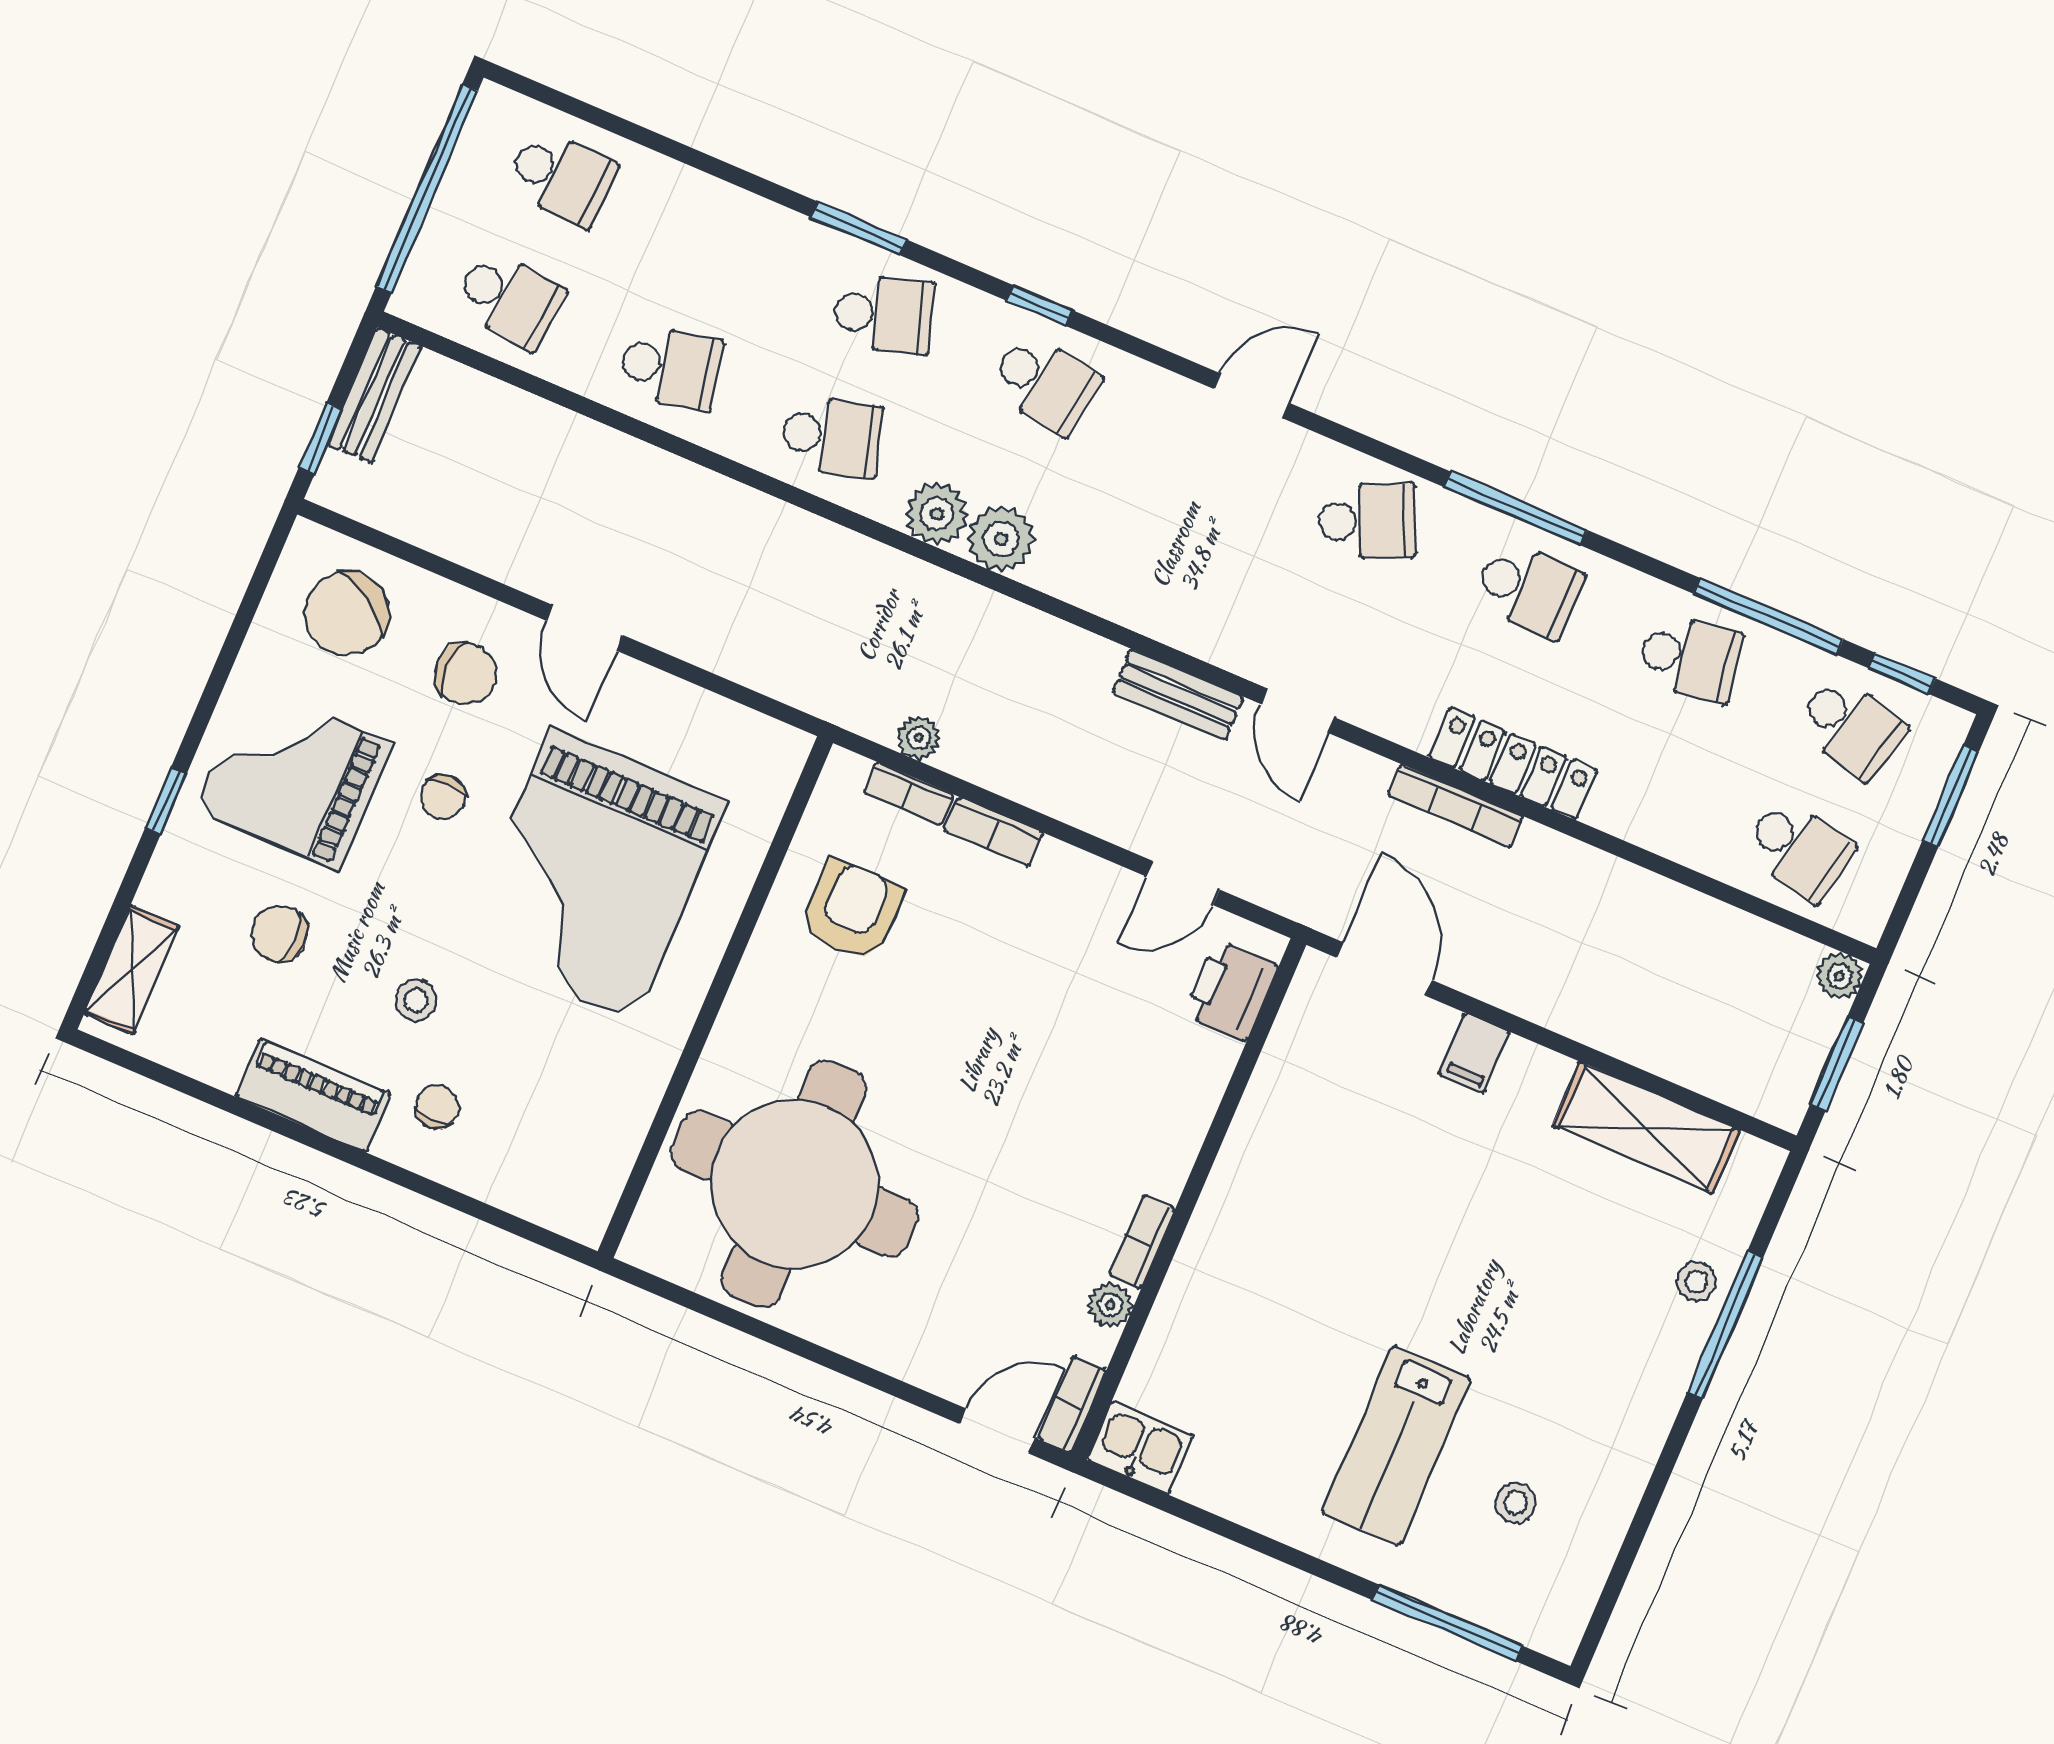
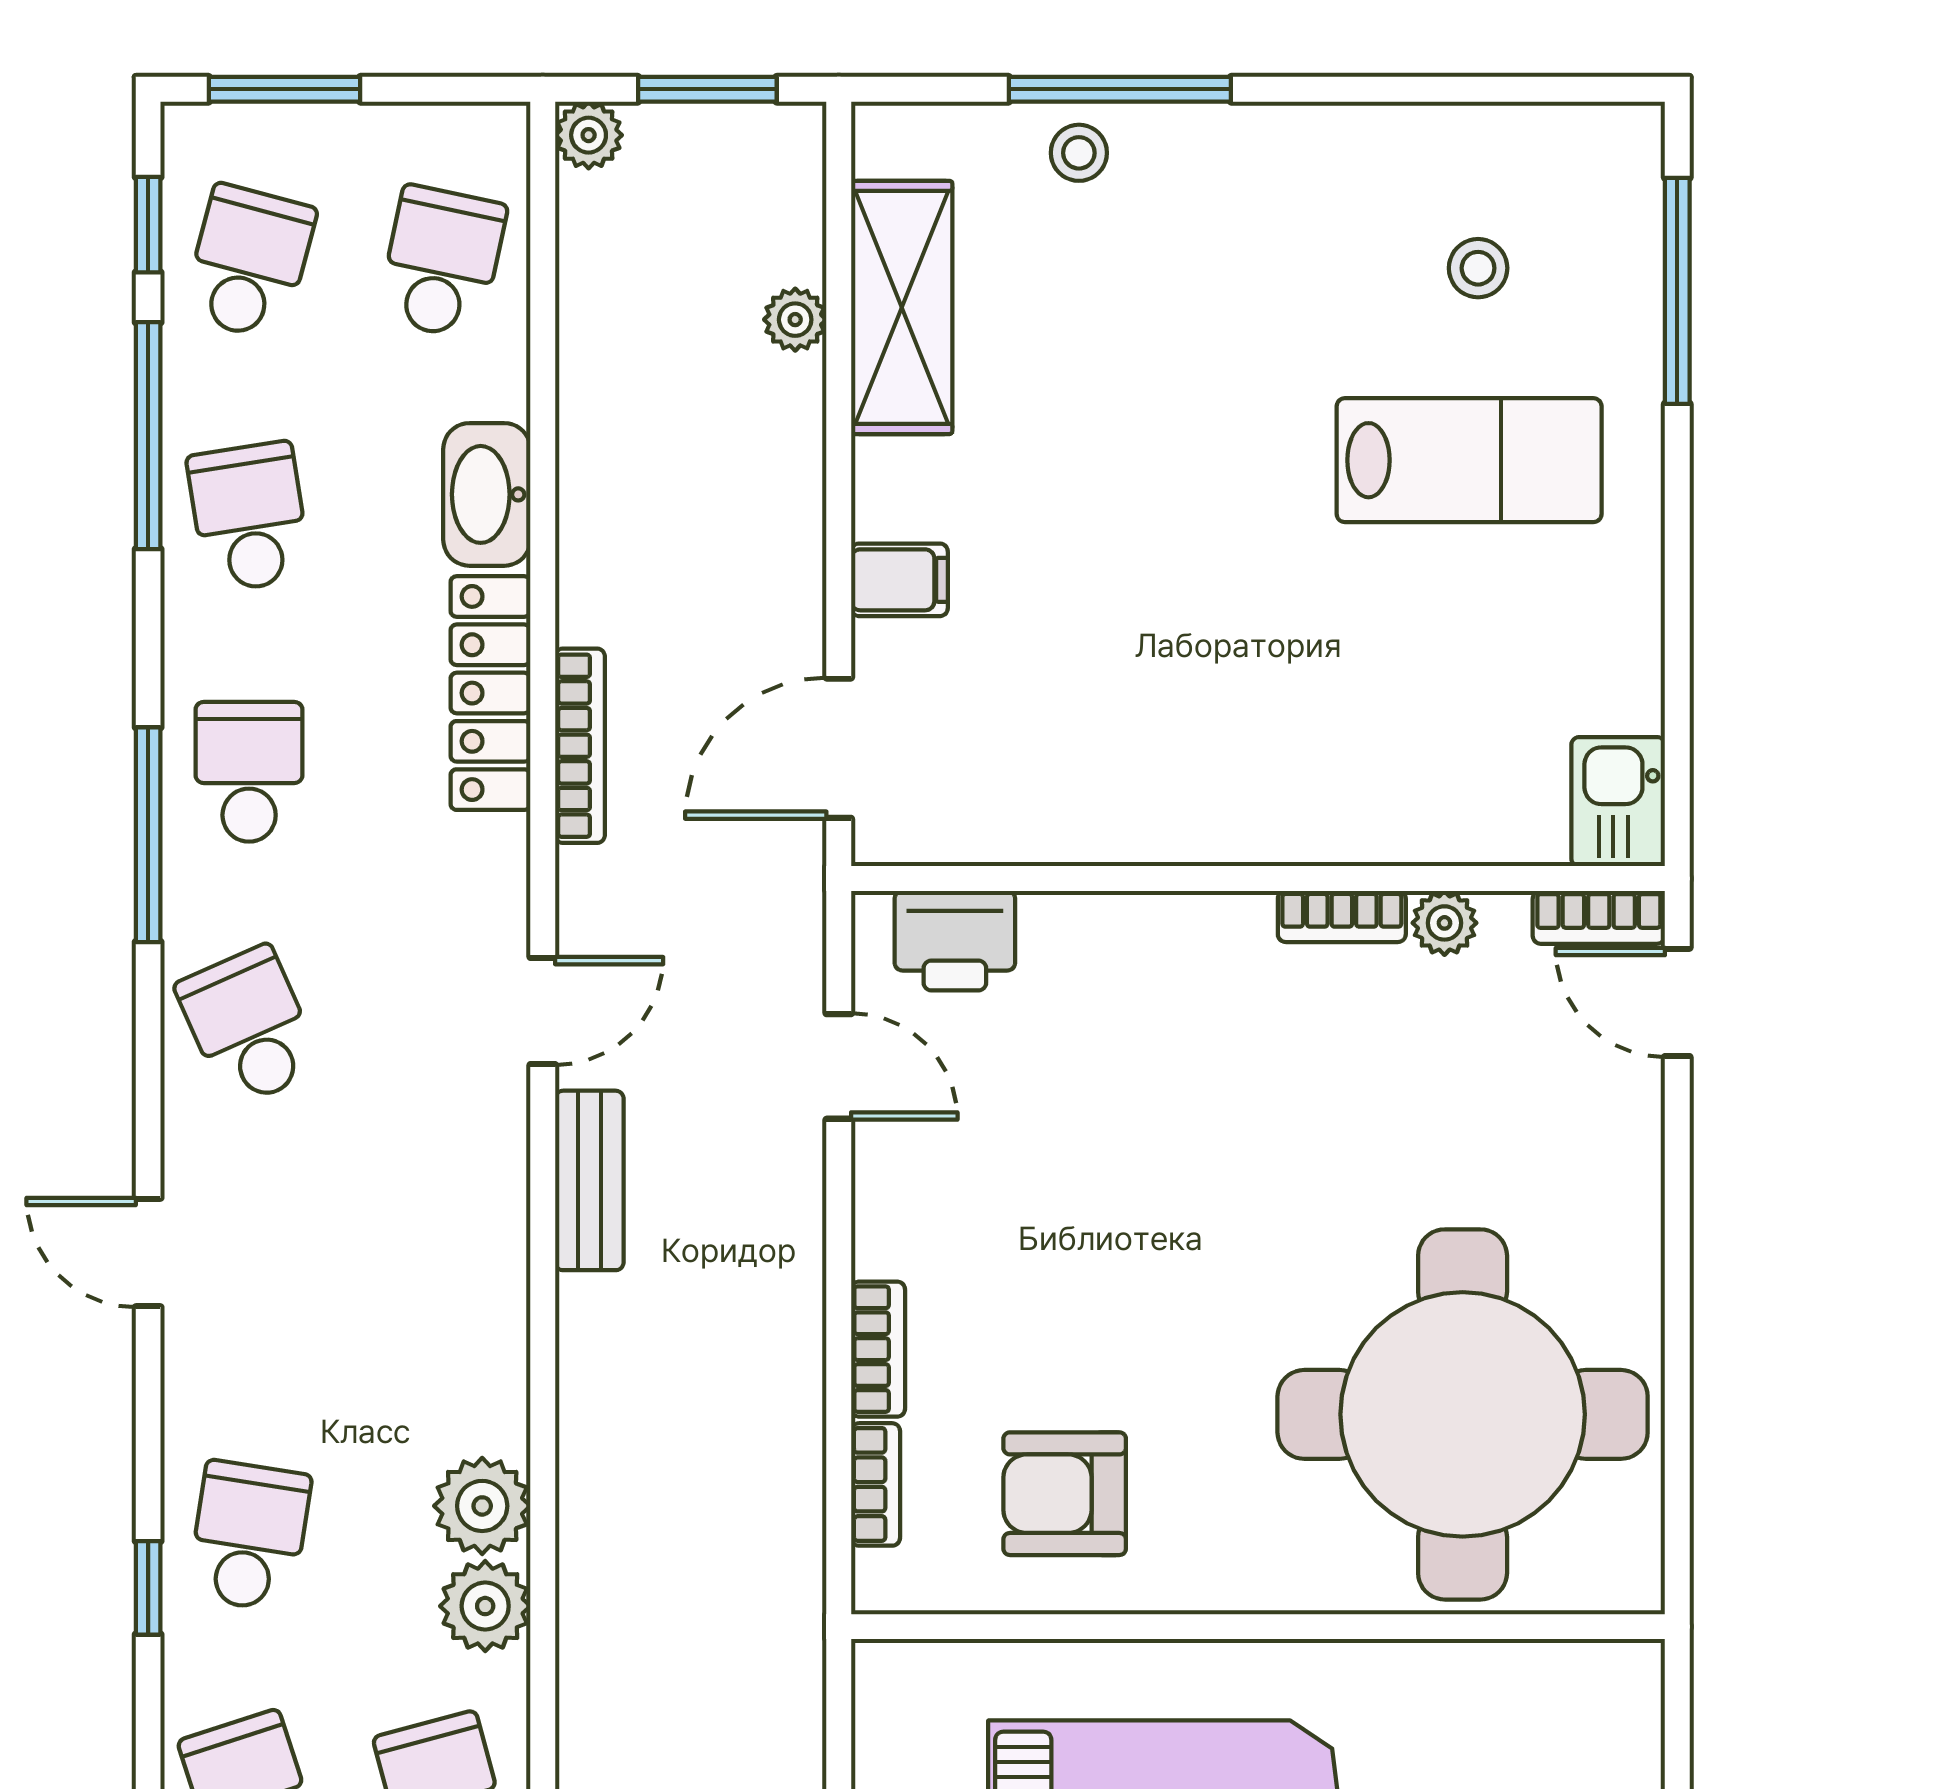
plant: (919, 738) -> (795, 320), moved
washbasin: (1640, 815) -> (487, 494), added

